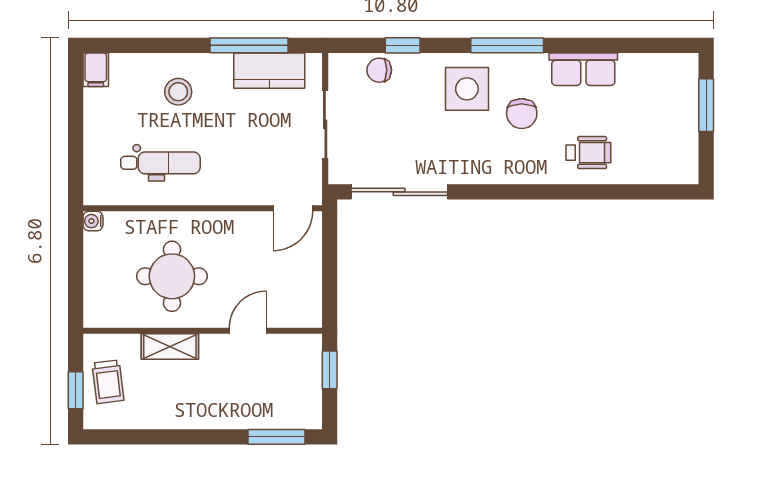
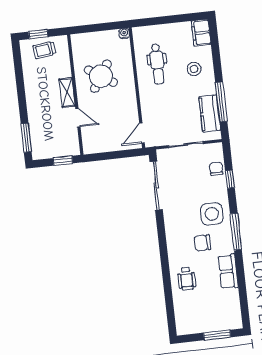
filing cabinet: (96, 70) -> (201, 33), width x2.00
door: (293, 208) -> (142, 133), hinge flipped
round table: (172, 276) -> (101, 76), turned 33
shelving: (170, 347) -> (67, 93), moved

